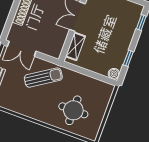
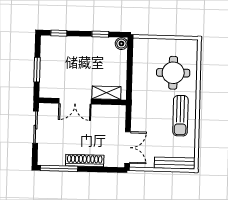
sun lounger: (43, 78) -> (180, 116), moved, turned -147

